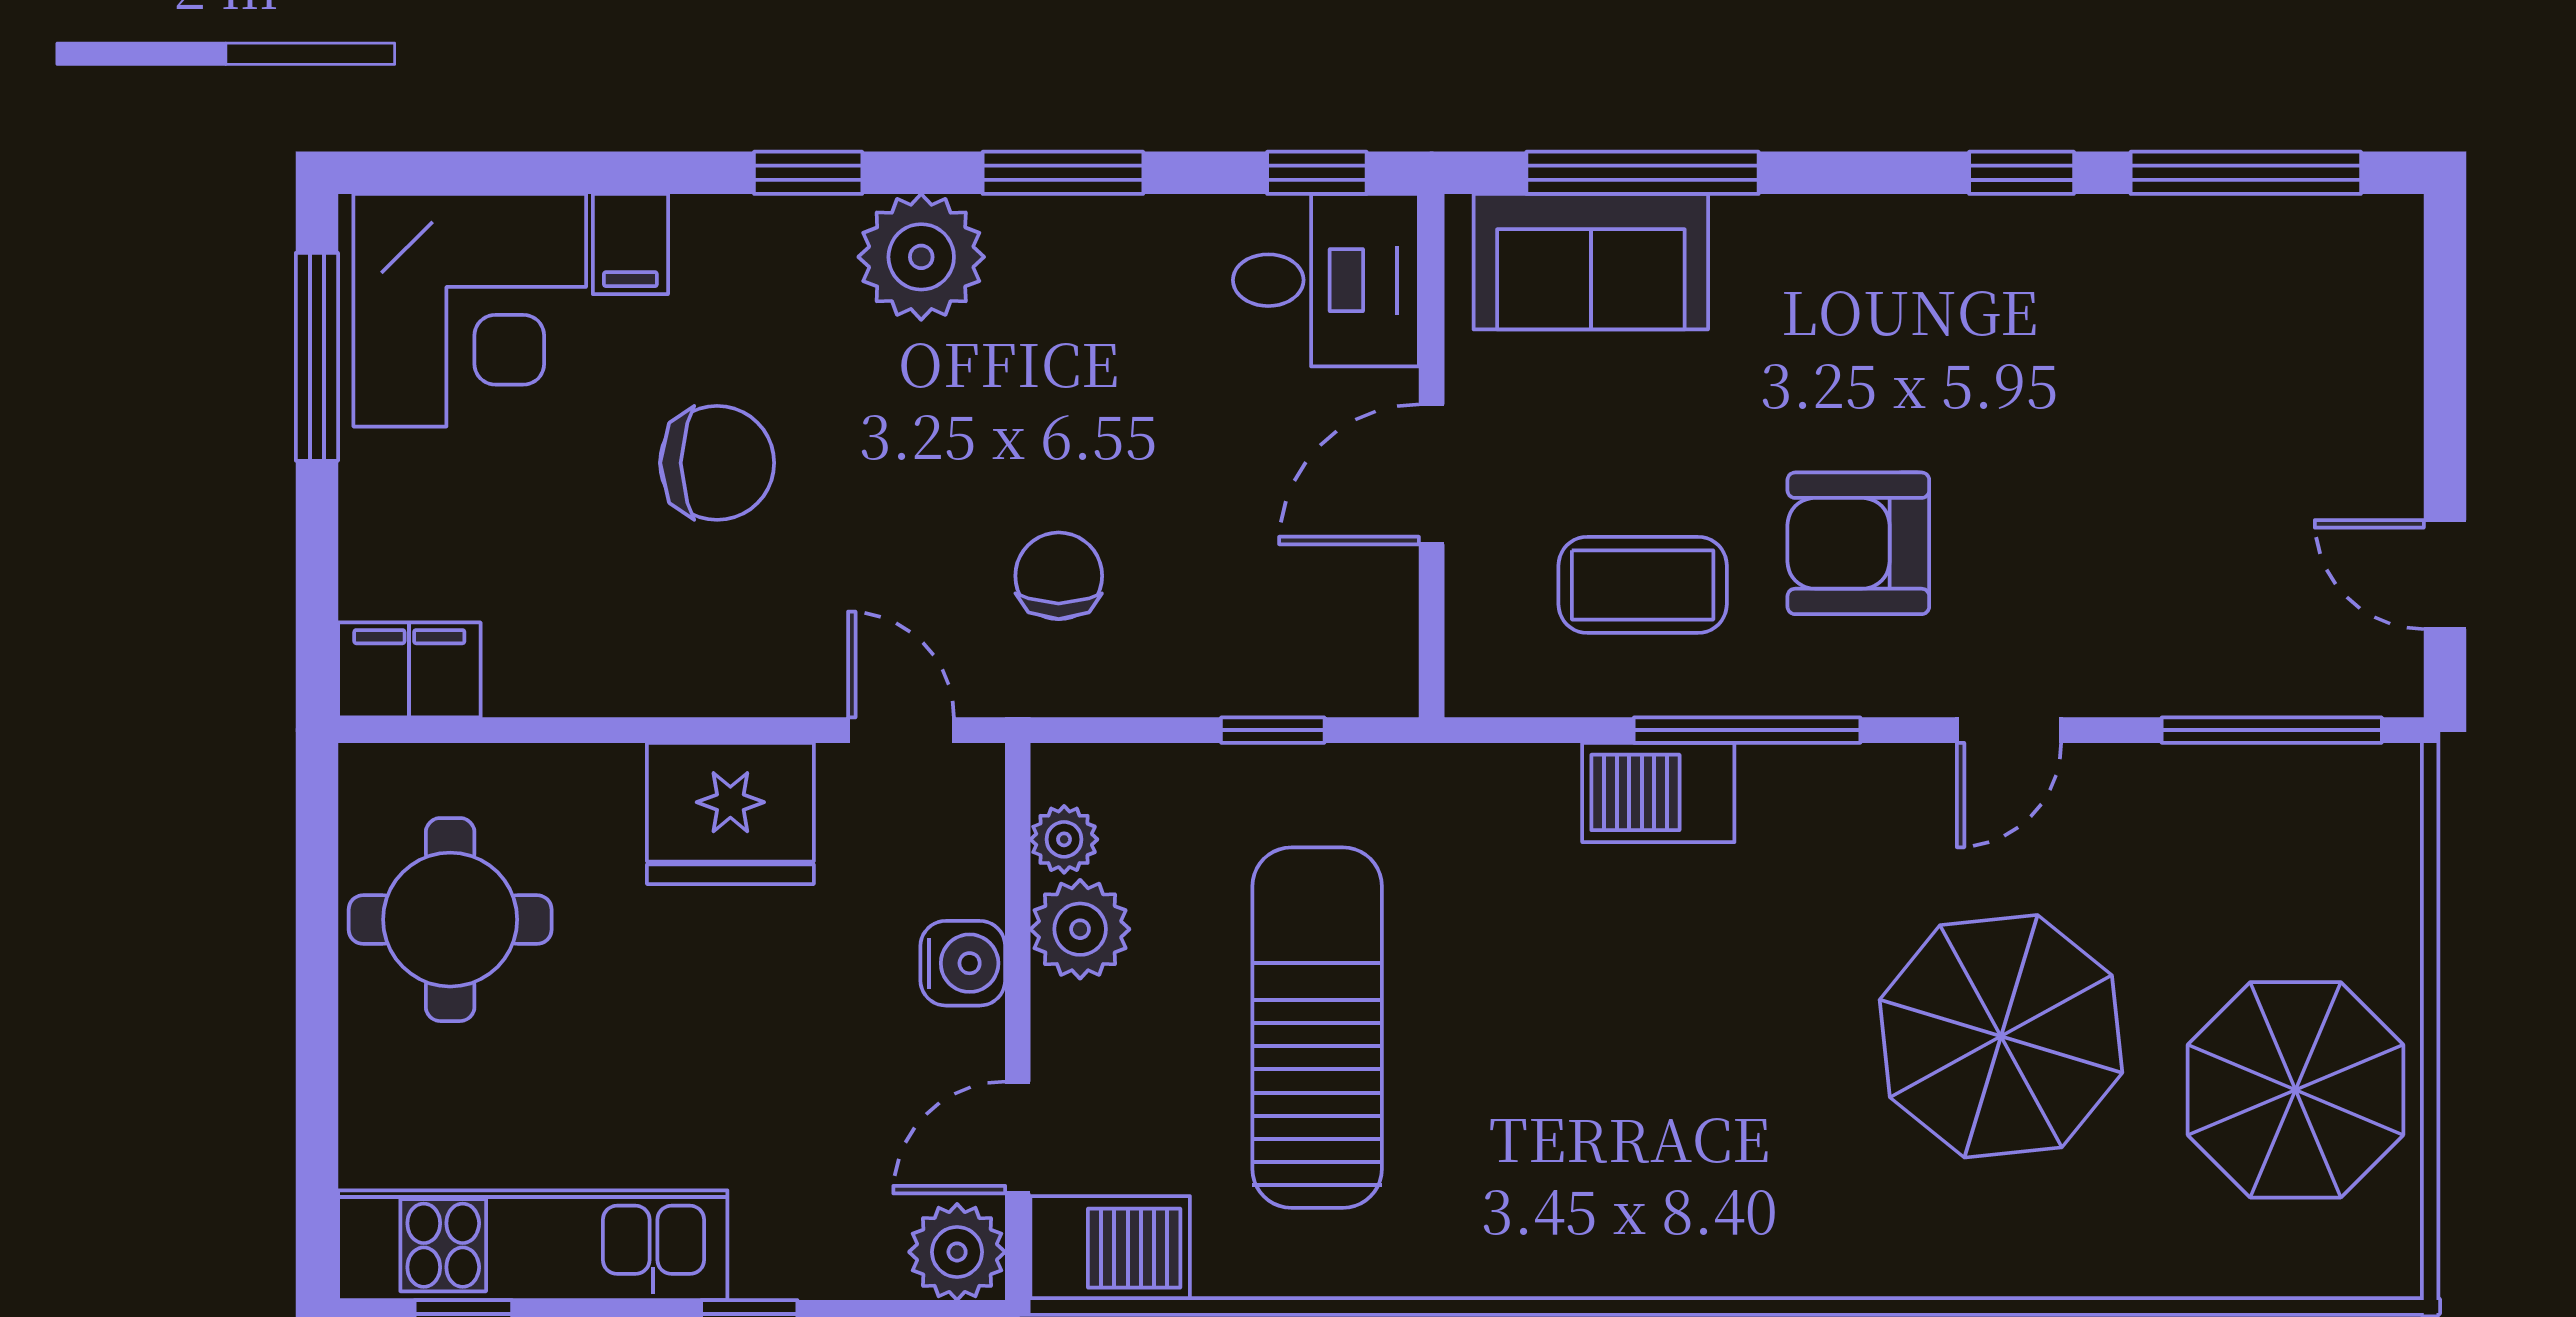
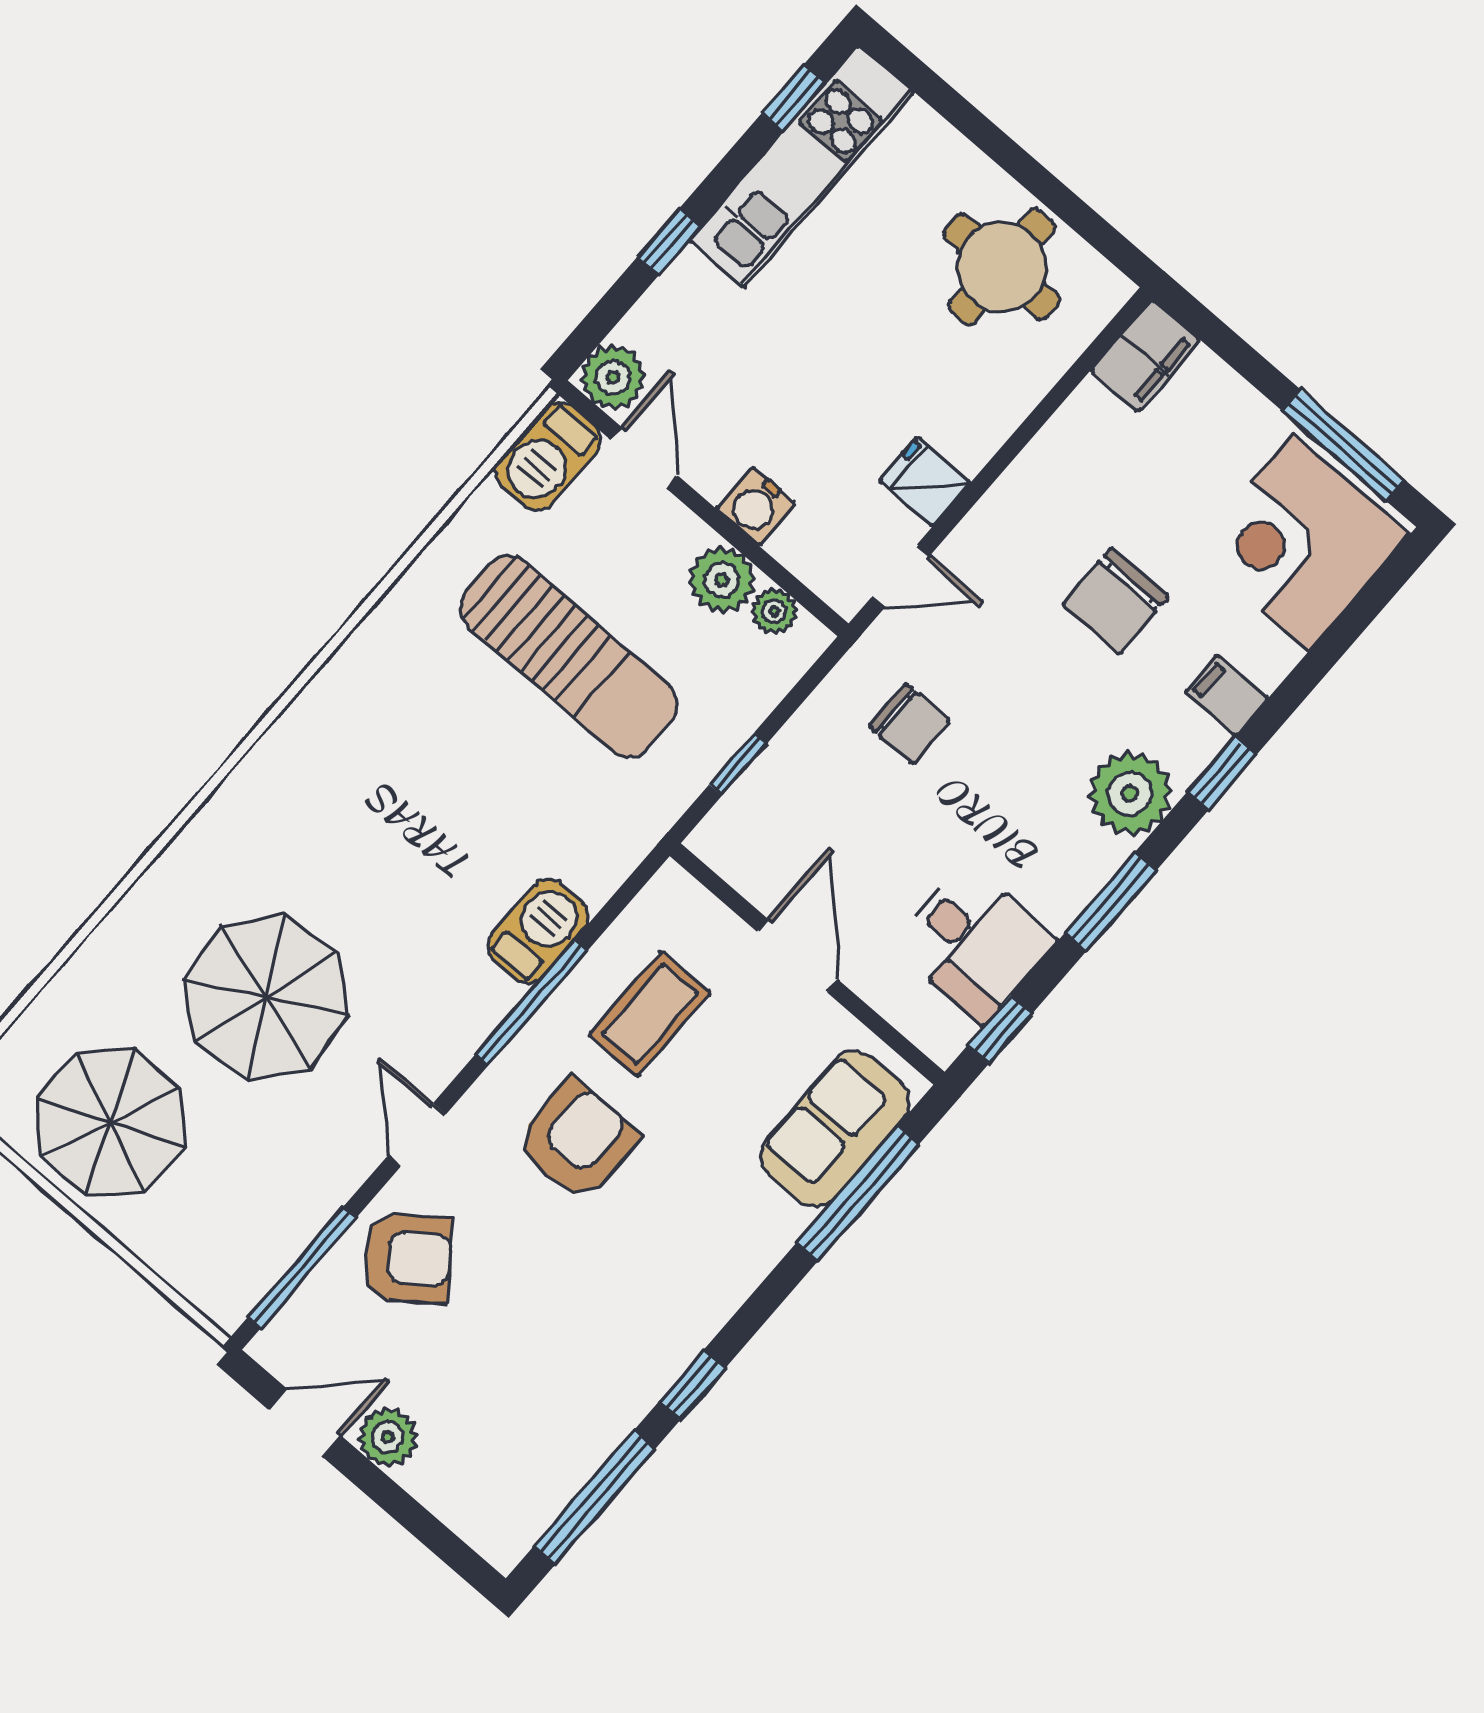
filing cabinet: (630, 244) -> (1226, 695), moved
desk: (1326, 280) -> (974, 943), moved, turned -90
plant: (2380, 466) -> (388, 1437), added
armchair: (2157, 620) -> (407, 1258), added
fridge: (730, 813) -> (925, 482), width x0.53, depth x0.75

